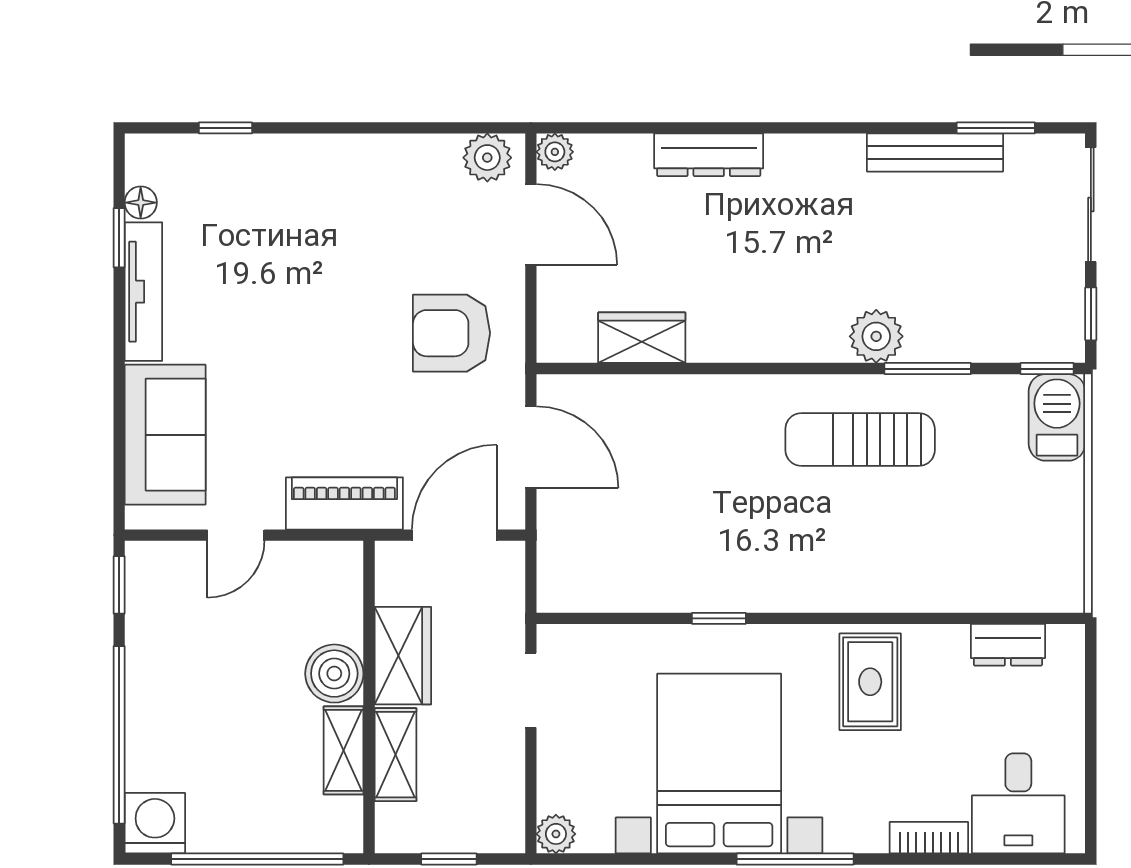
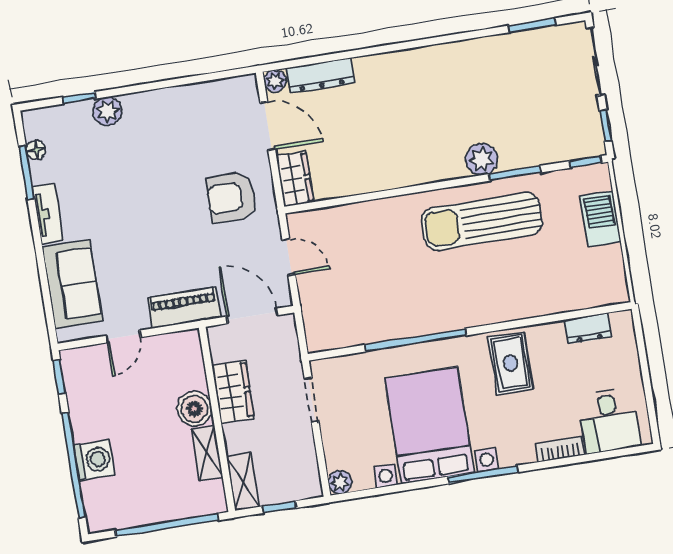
bench: (935, 153) -> (499, 45), removed
dresser: (709, 155) -> (320, 75), moved
plant: (487, 158) -> (107, 111), moved
window: (119, 238) -> (27, 173), width x1.50
tv unit: (143, 292) -> (48, 214), width x0.71
wardrobe: (642, 338) -> (295, 179), moved, turned 90
barbecue: (1057, 417) -> (600, 219), moved
sun lounger: (860, 440) -> (482, 221), width x1.36, depth x1.34
door: (531, 447) -> (289, 257), width x0.73
door: (454, 535) -> (252, 316), hinge flipped
window: (719, 618) -> (416, 340), width x3.17
shelving: (395, 755) -> (243, 482), moved
washing machine: (155, 823) -> (94, 460), moved, turned 90

